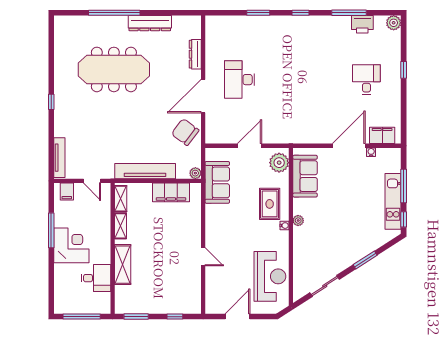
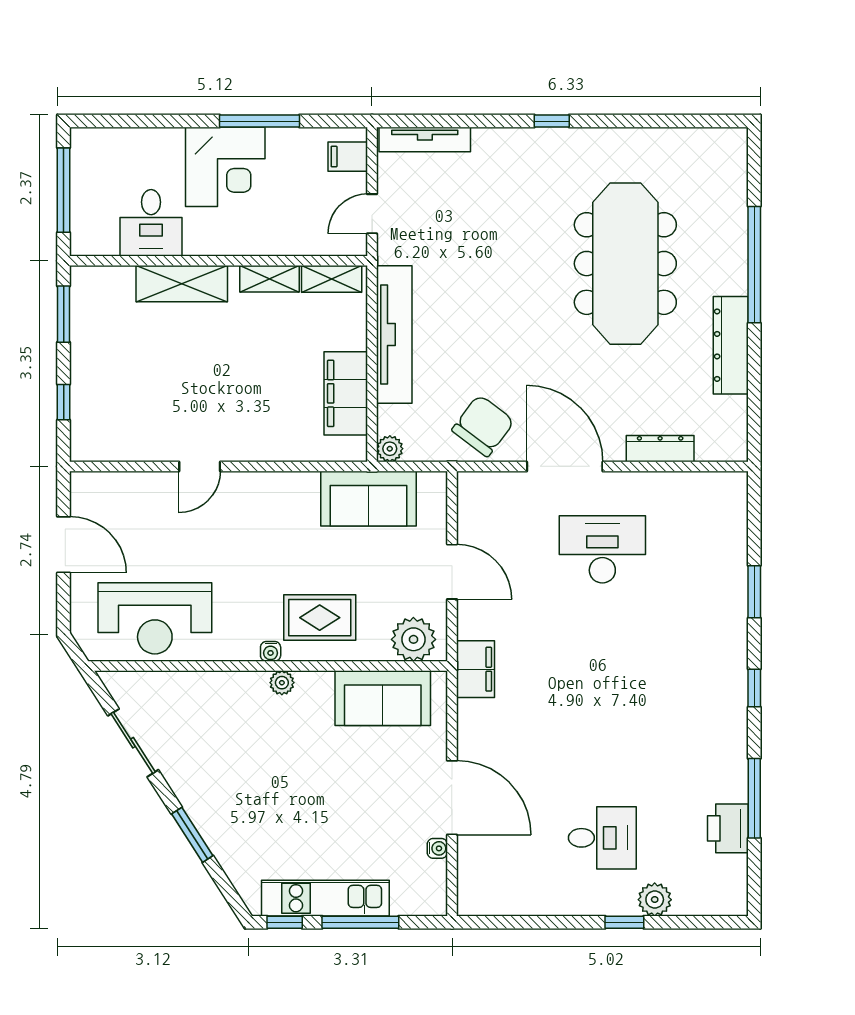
plant: (394, 23) -> (655, 900), moved
filing cabinet: (382, 135) -> (476, 669), moved

